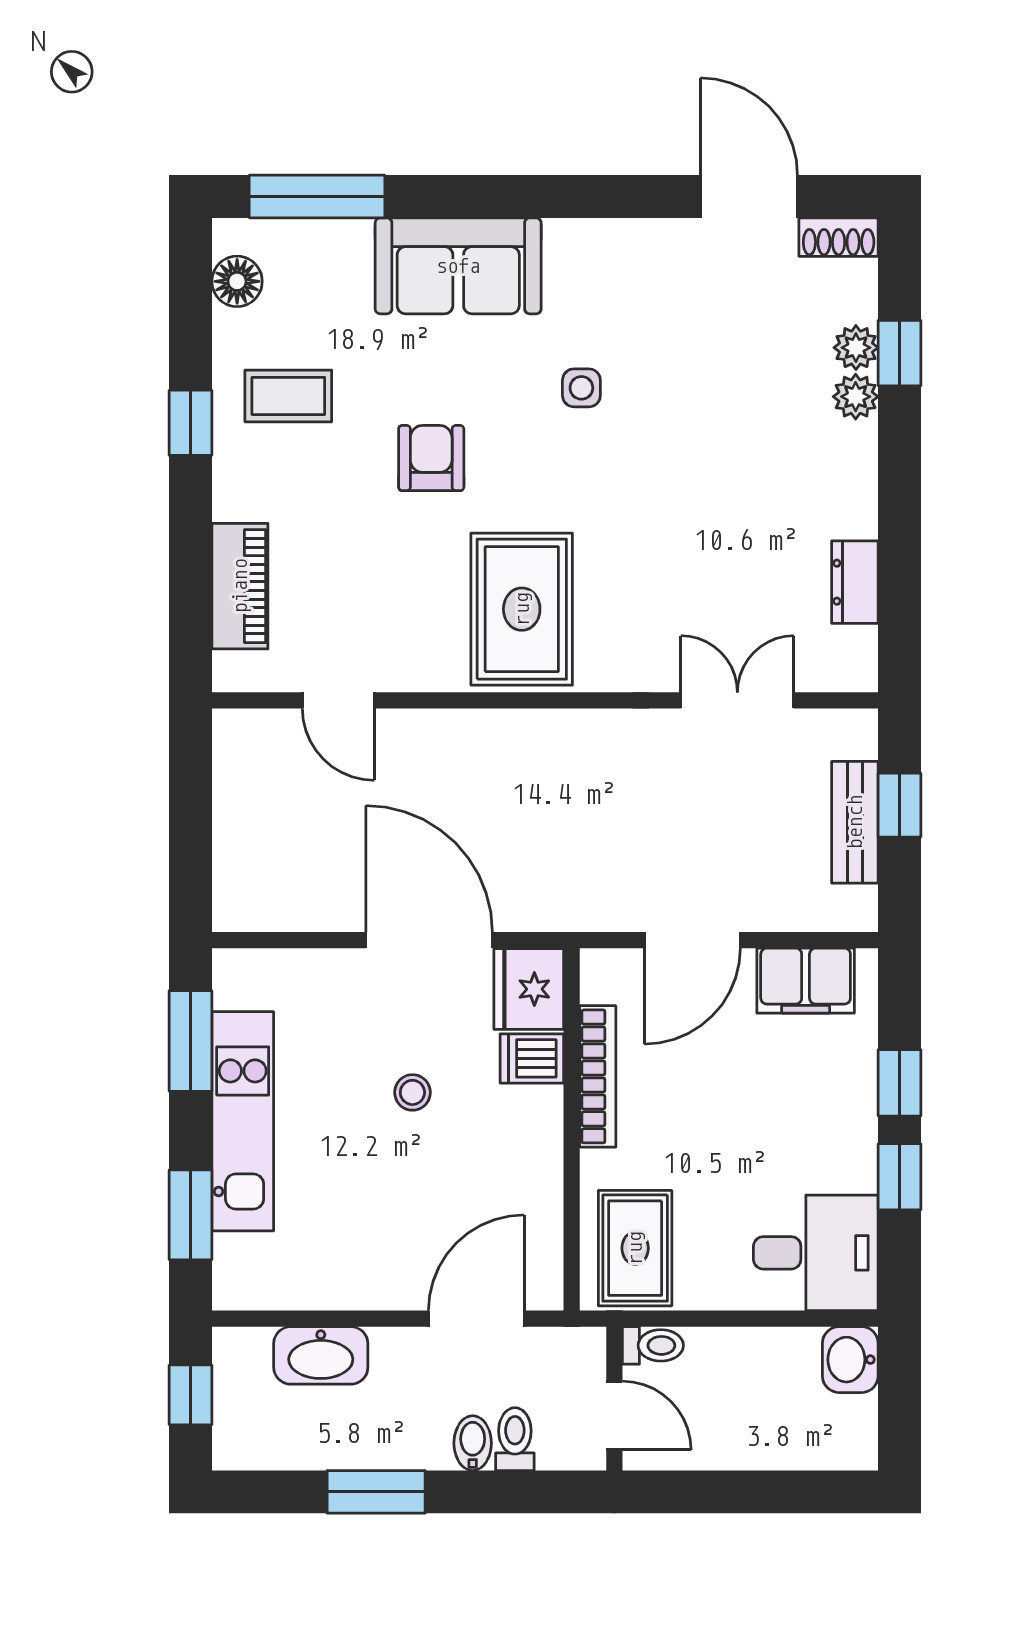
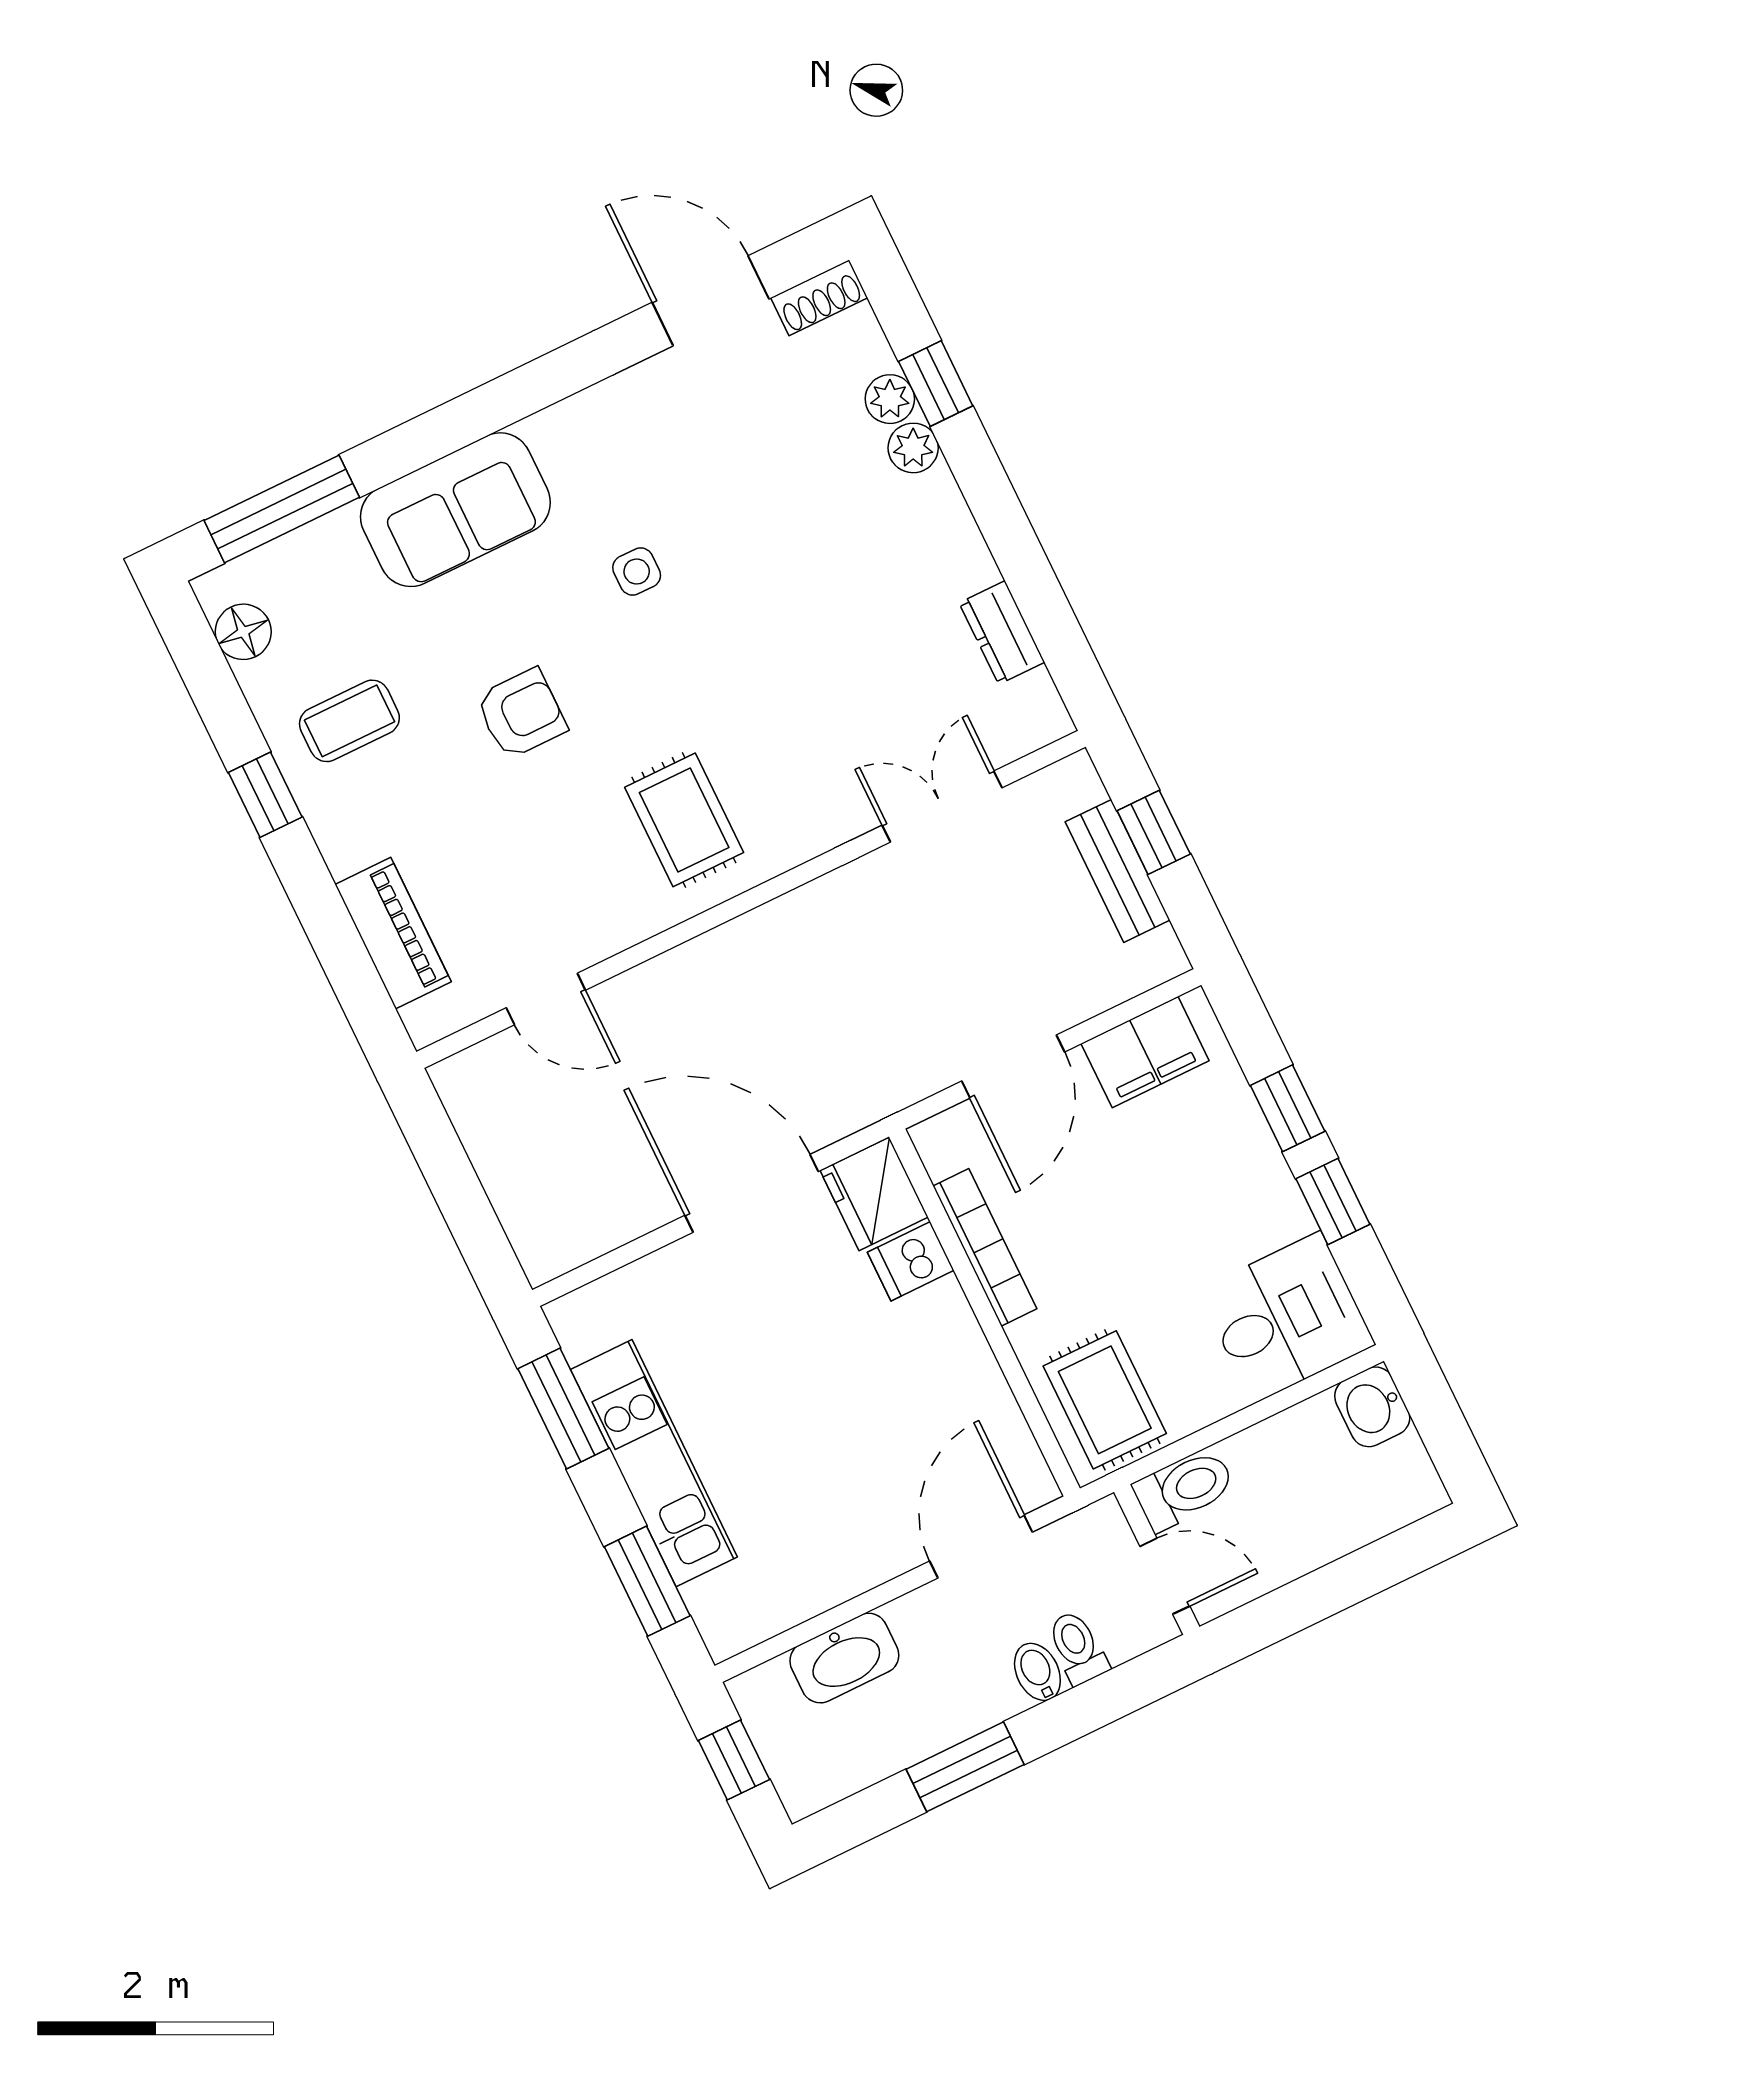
armchair: (431, 458) -> (521, 714), turned 90
rug: (522, 609) -> (684, 820), width x0.73, depth x0.70
stool: (412, 1092) -> (809, 1353), removed
toilet: (653, 1345) -> (1184, 1489), width x1.37, depth x1.39

